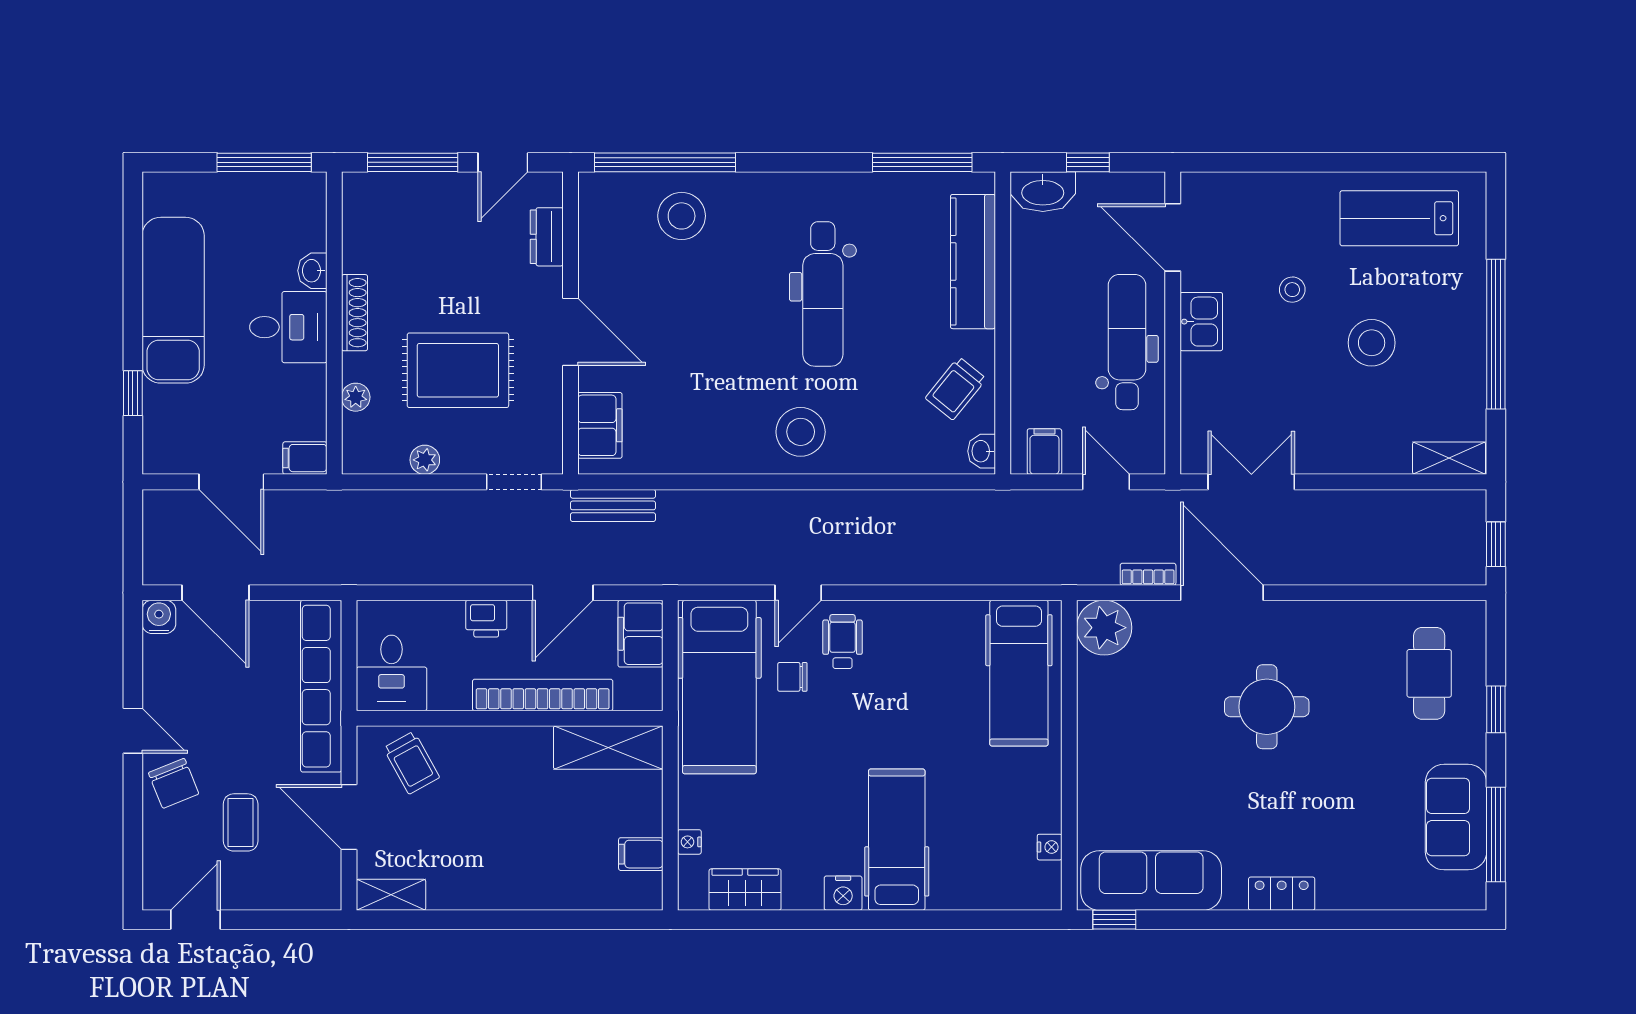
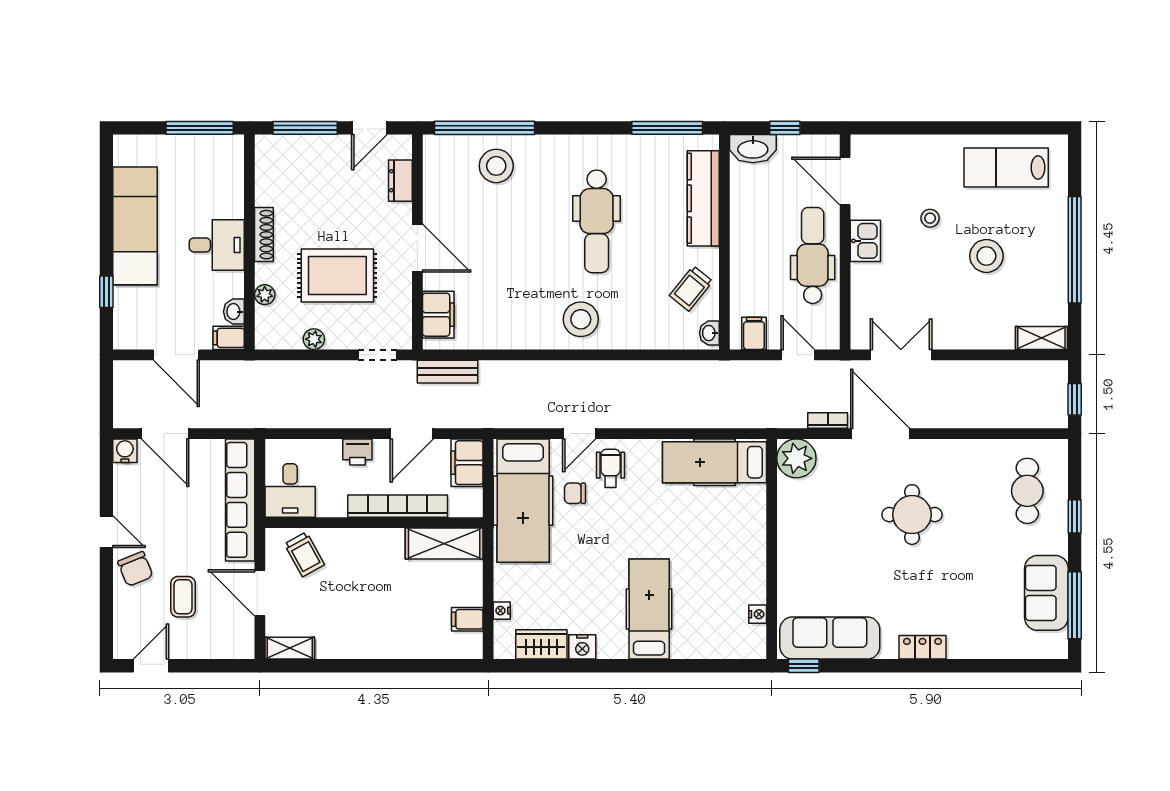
washbasin: (312, 271) -> (234, 312), moved
hospital bed: (1019, 673) -> (714, 462), moved, turned 90
nightstand: (843, 893) -> (582, 647), moved

